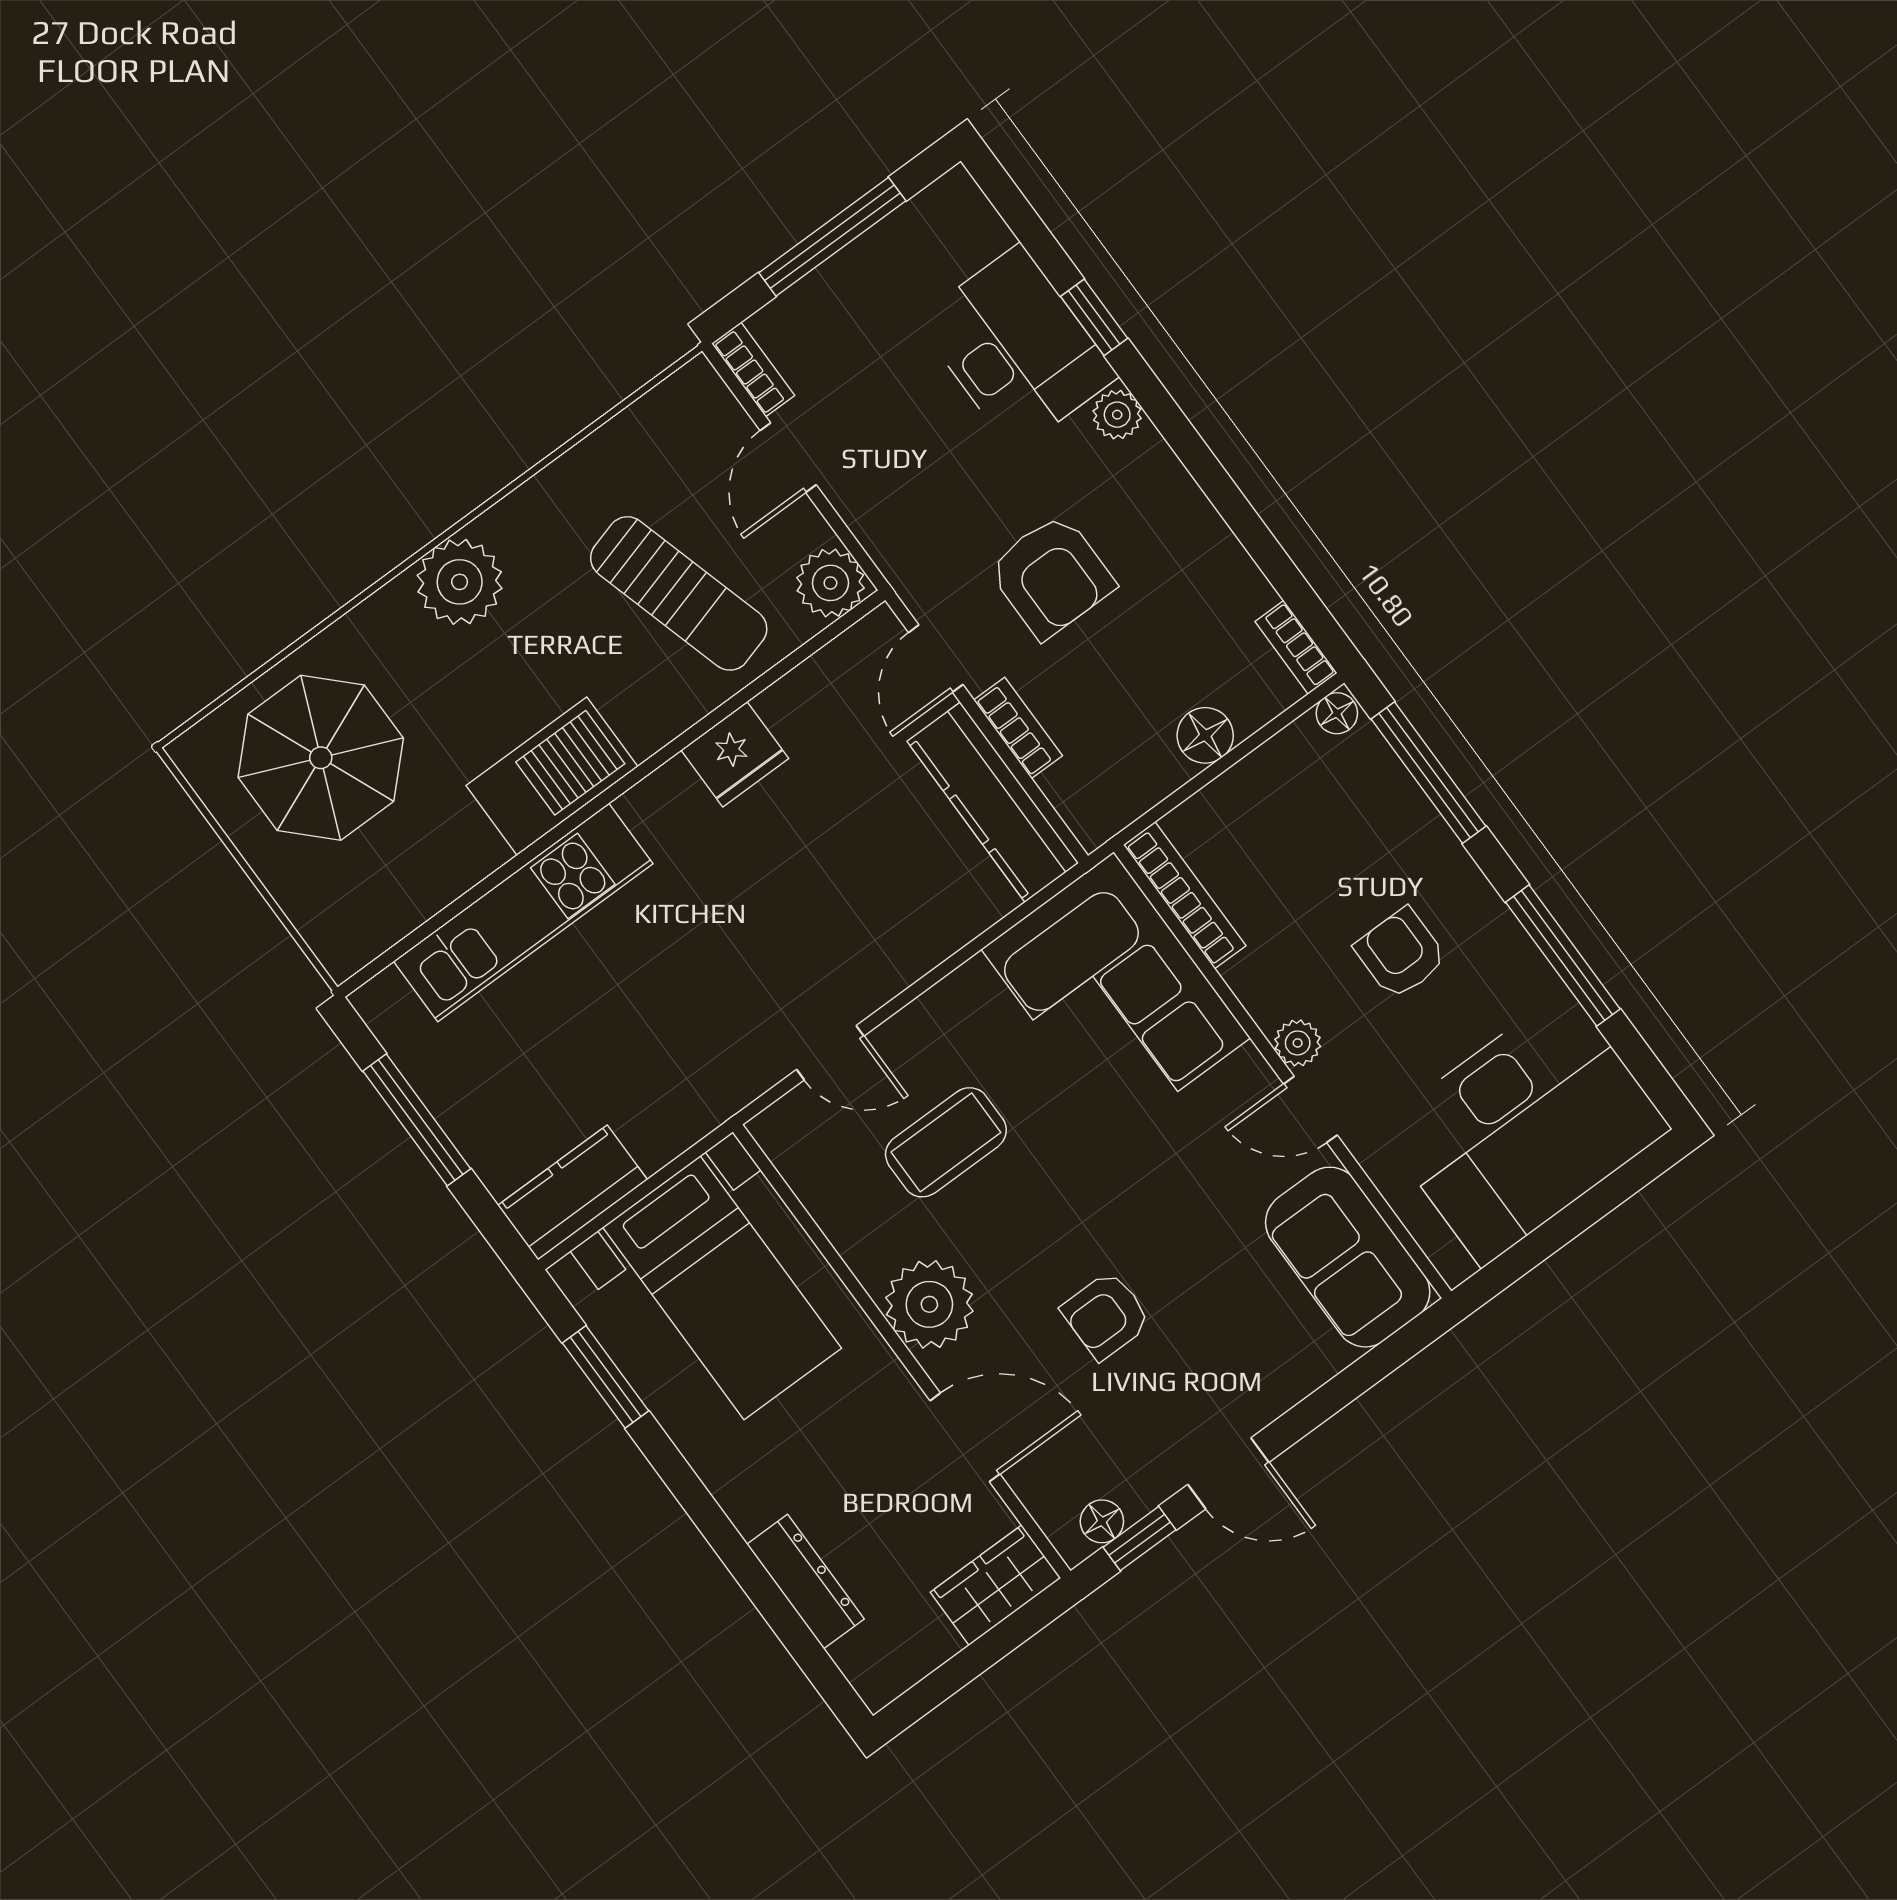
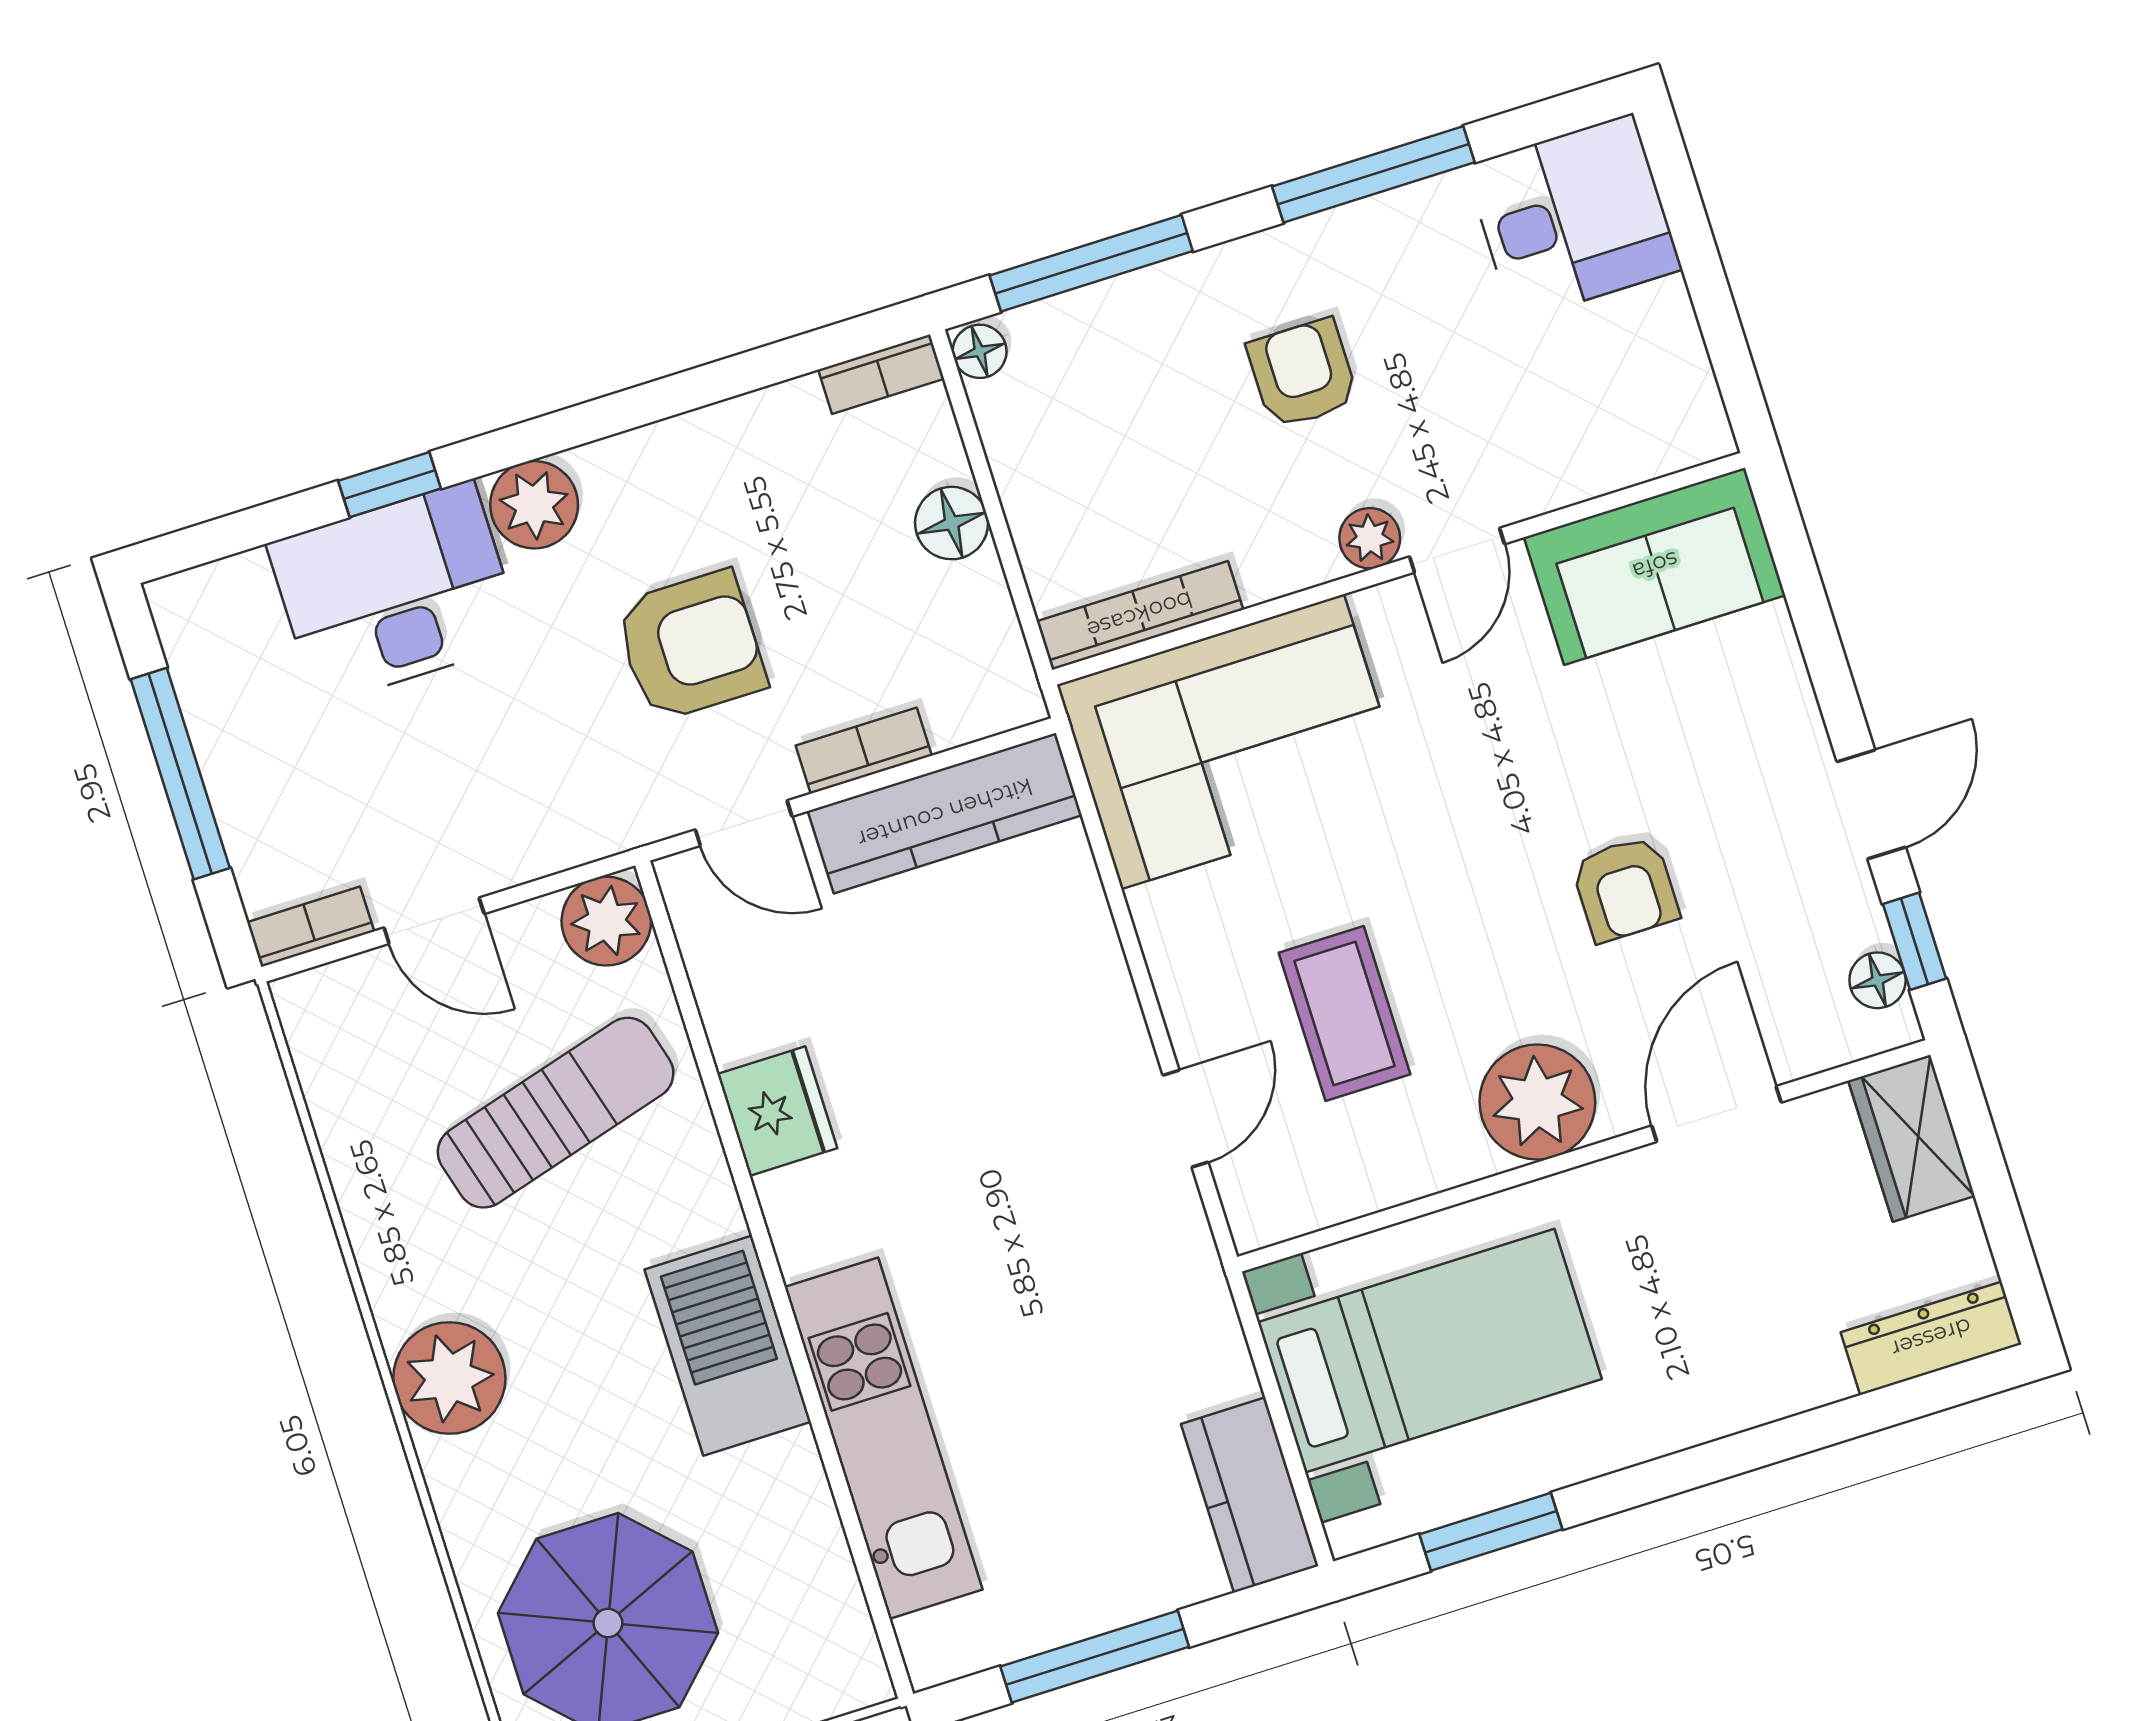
plant: (1117, 415) -> (534, 505), width x1.38, depth x1.38
armchair: (1401, 953) -> (1303, 374), turned 90
desk: (1524, 1128) -> (1573, 218), width x0.53, depth x0.77
dresser: (805, 1582) -> (1931, 1338), moved

